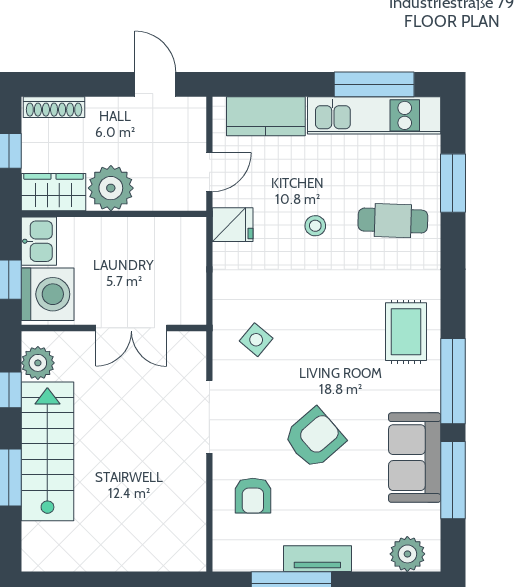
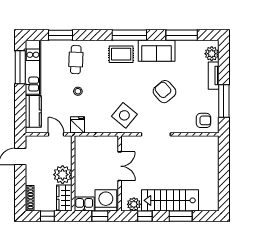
side table: (256, 340) -> (124, 115), width x1.87, depth x1.87
window: (453, 381) -> (129, 35), moved
sofa: (415, 458) -> (157, 51), moved
armchair: (253, 496) -> (204, 120), moved
tv unit: (317, 559) -> (214, 76), moved

